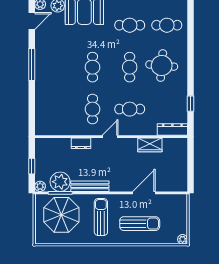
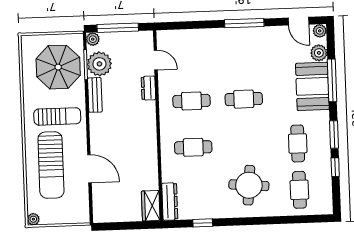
cafe table: (130, 67) -> (245, 145), removed
cafe table: (130, 109) -> (193, 147), turned 90
door: (110, 137) -> (156, 60), moved
wardrobe: (150, 145) -> (151, 206), moved
window: (32, 166) -> (118, 28), width x2.17
bench: (90, 186) -> (95, 95), width x0.73
sun lounger: (140, 224) -> (51, 165), width x1.36, depth x1.34

